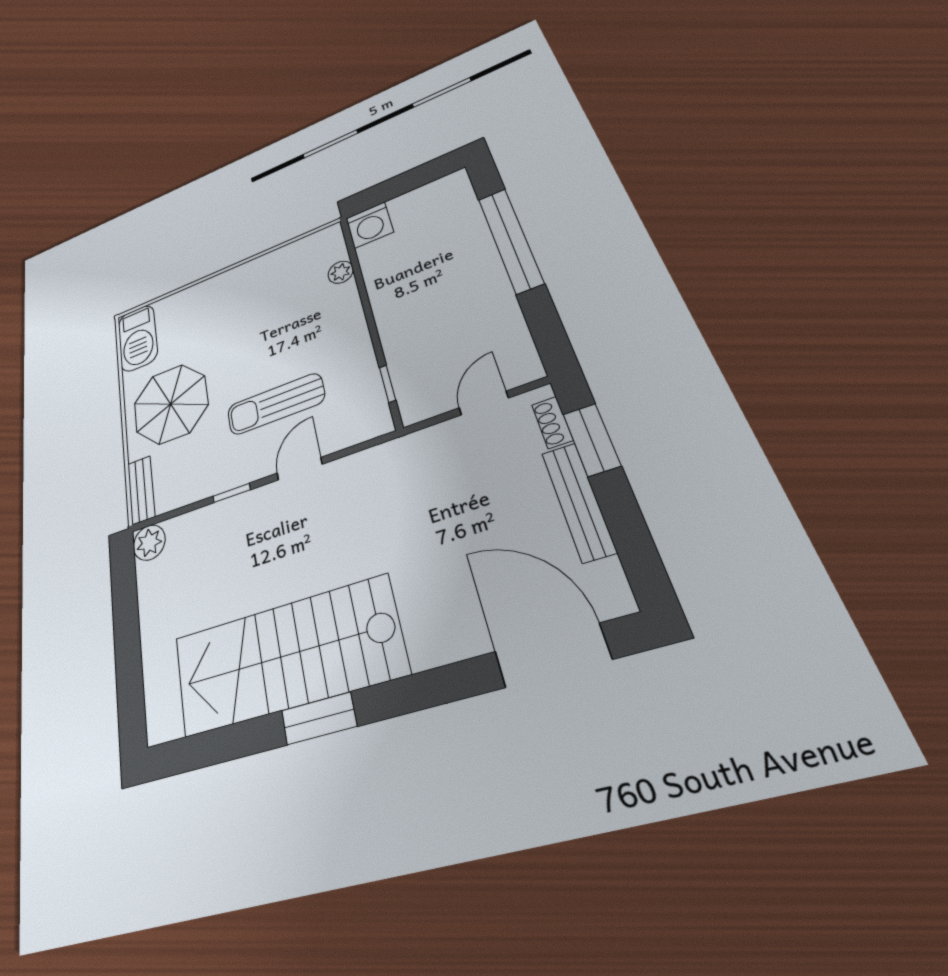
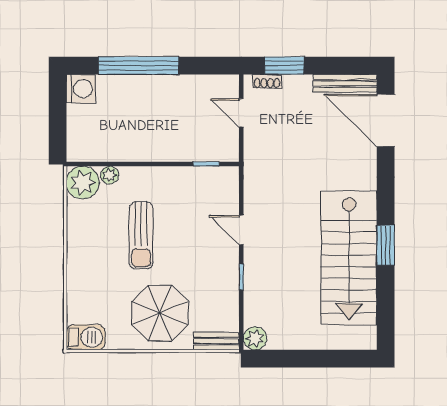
washing machine: (369, 225) -> (81, 89), moved
plant: (323, 247) -> (83, 183), added
barbecue: (138, 338) -> (86, 337), width x0.73, depth x0.83
sun lounger: (276, 404) -> (141, 235), moved
bench: (578, 502) -> (345, 83), moved
door: (552, 655) -> (386, 120), hinge flipped

